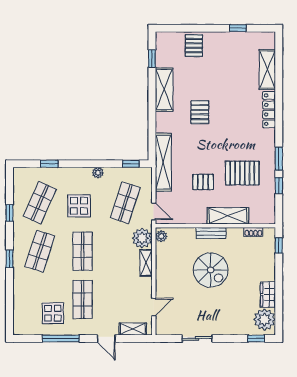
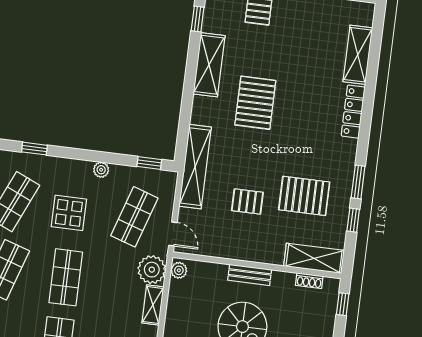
pallet: (200, 112) -> (255, 103), width x1.50, depth x1.42
shelving: (228, 216) -> (314, 258), moved

